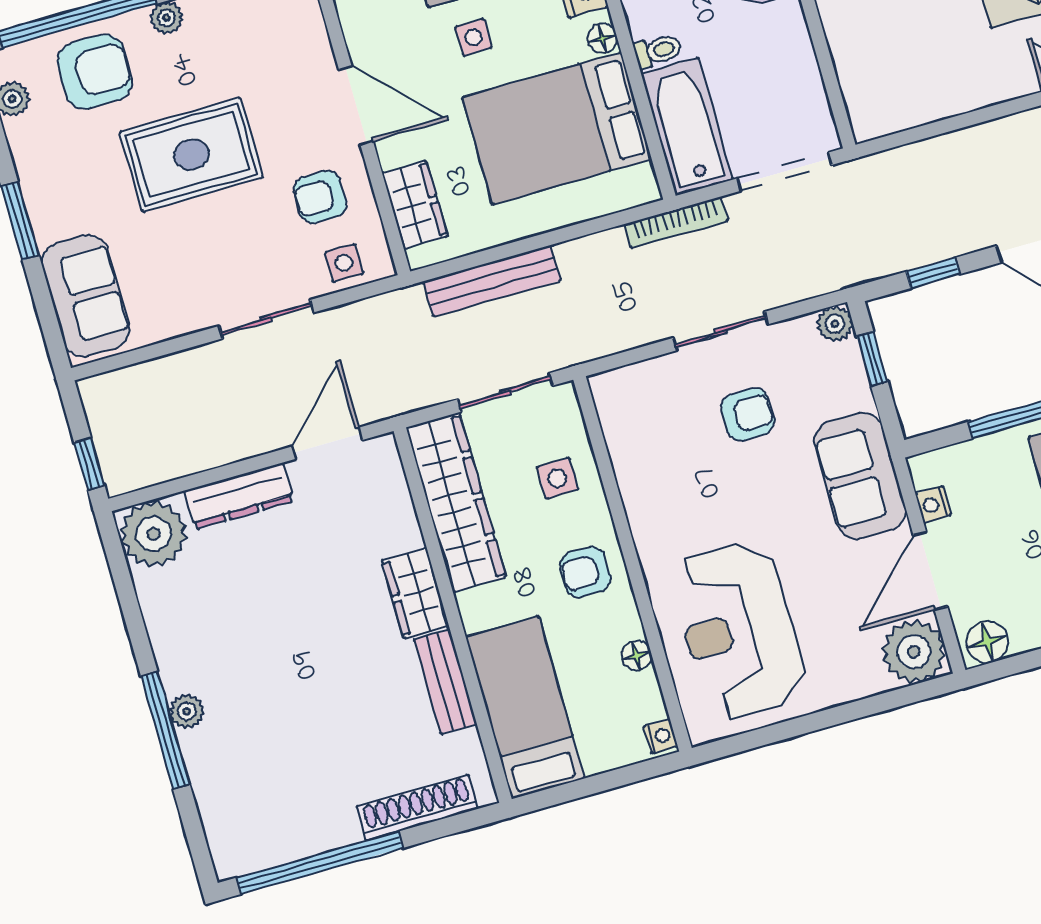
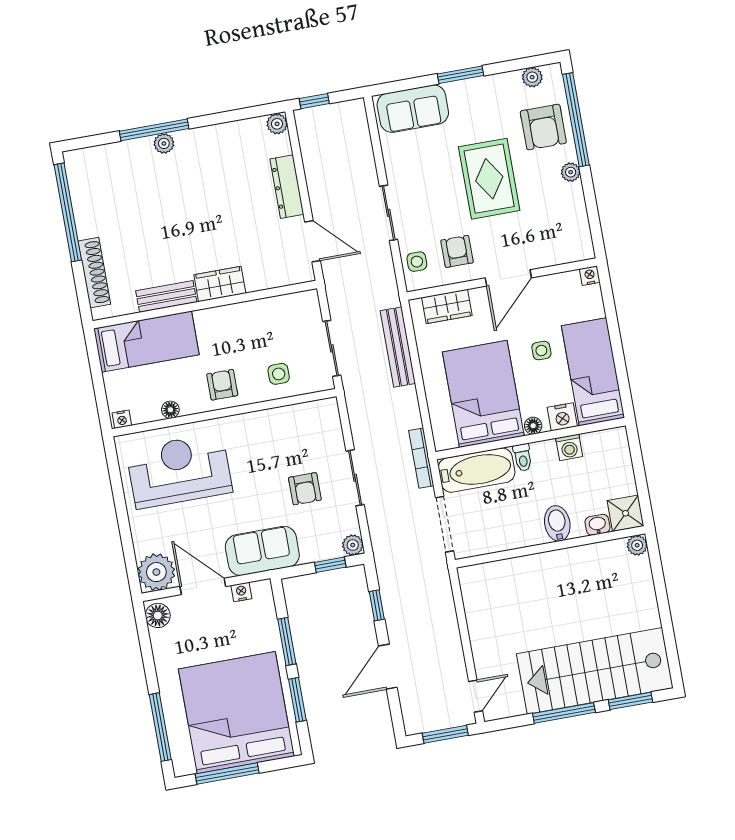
wardrobe: (456, 502) -> (270, 313), removed
plant: (154, 534) -> (277, 124), width x0.53, depth x0.53

